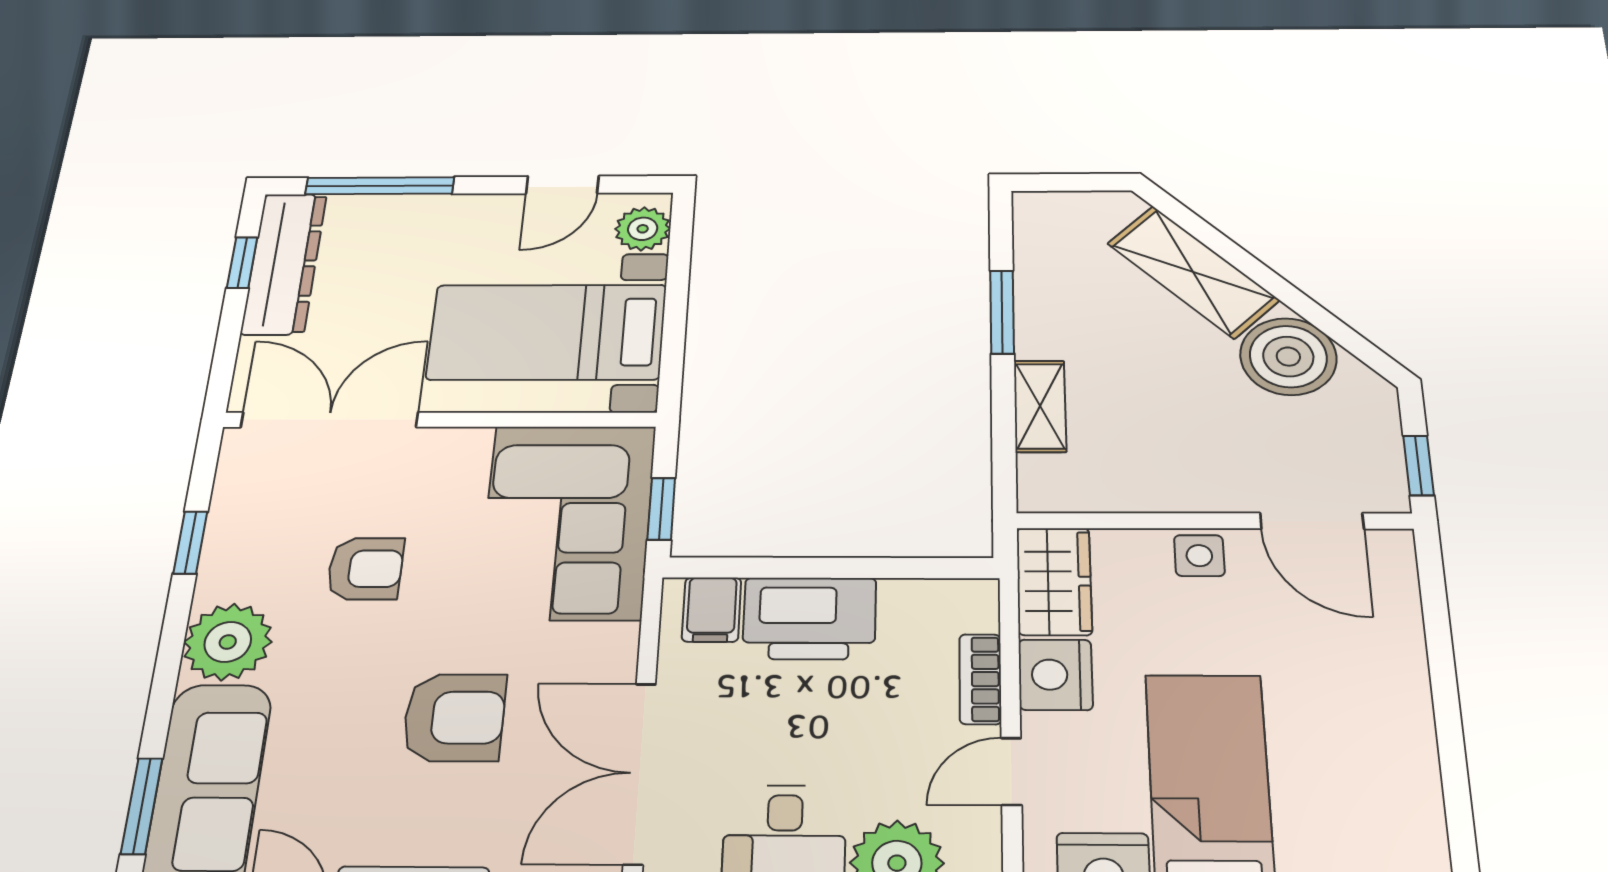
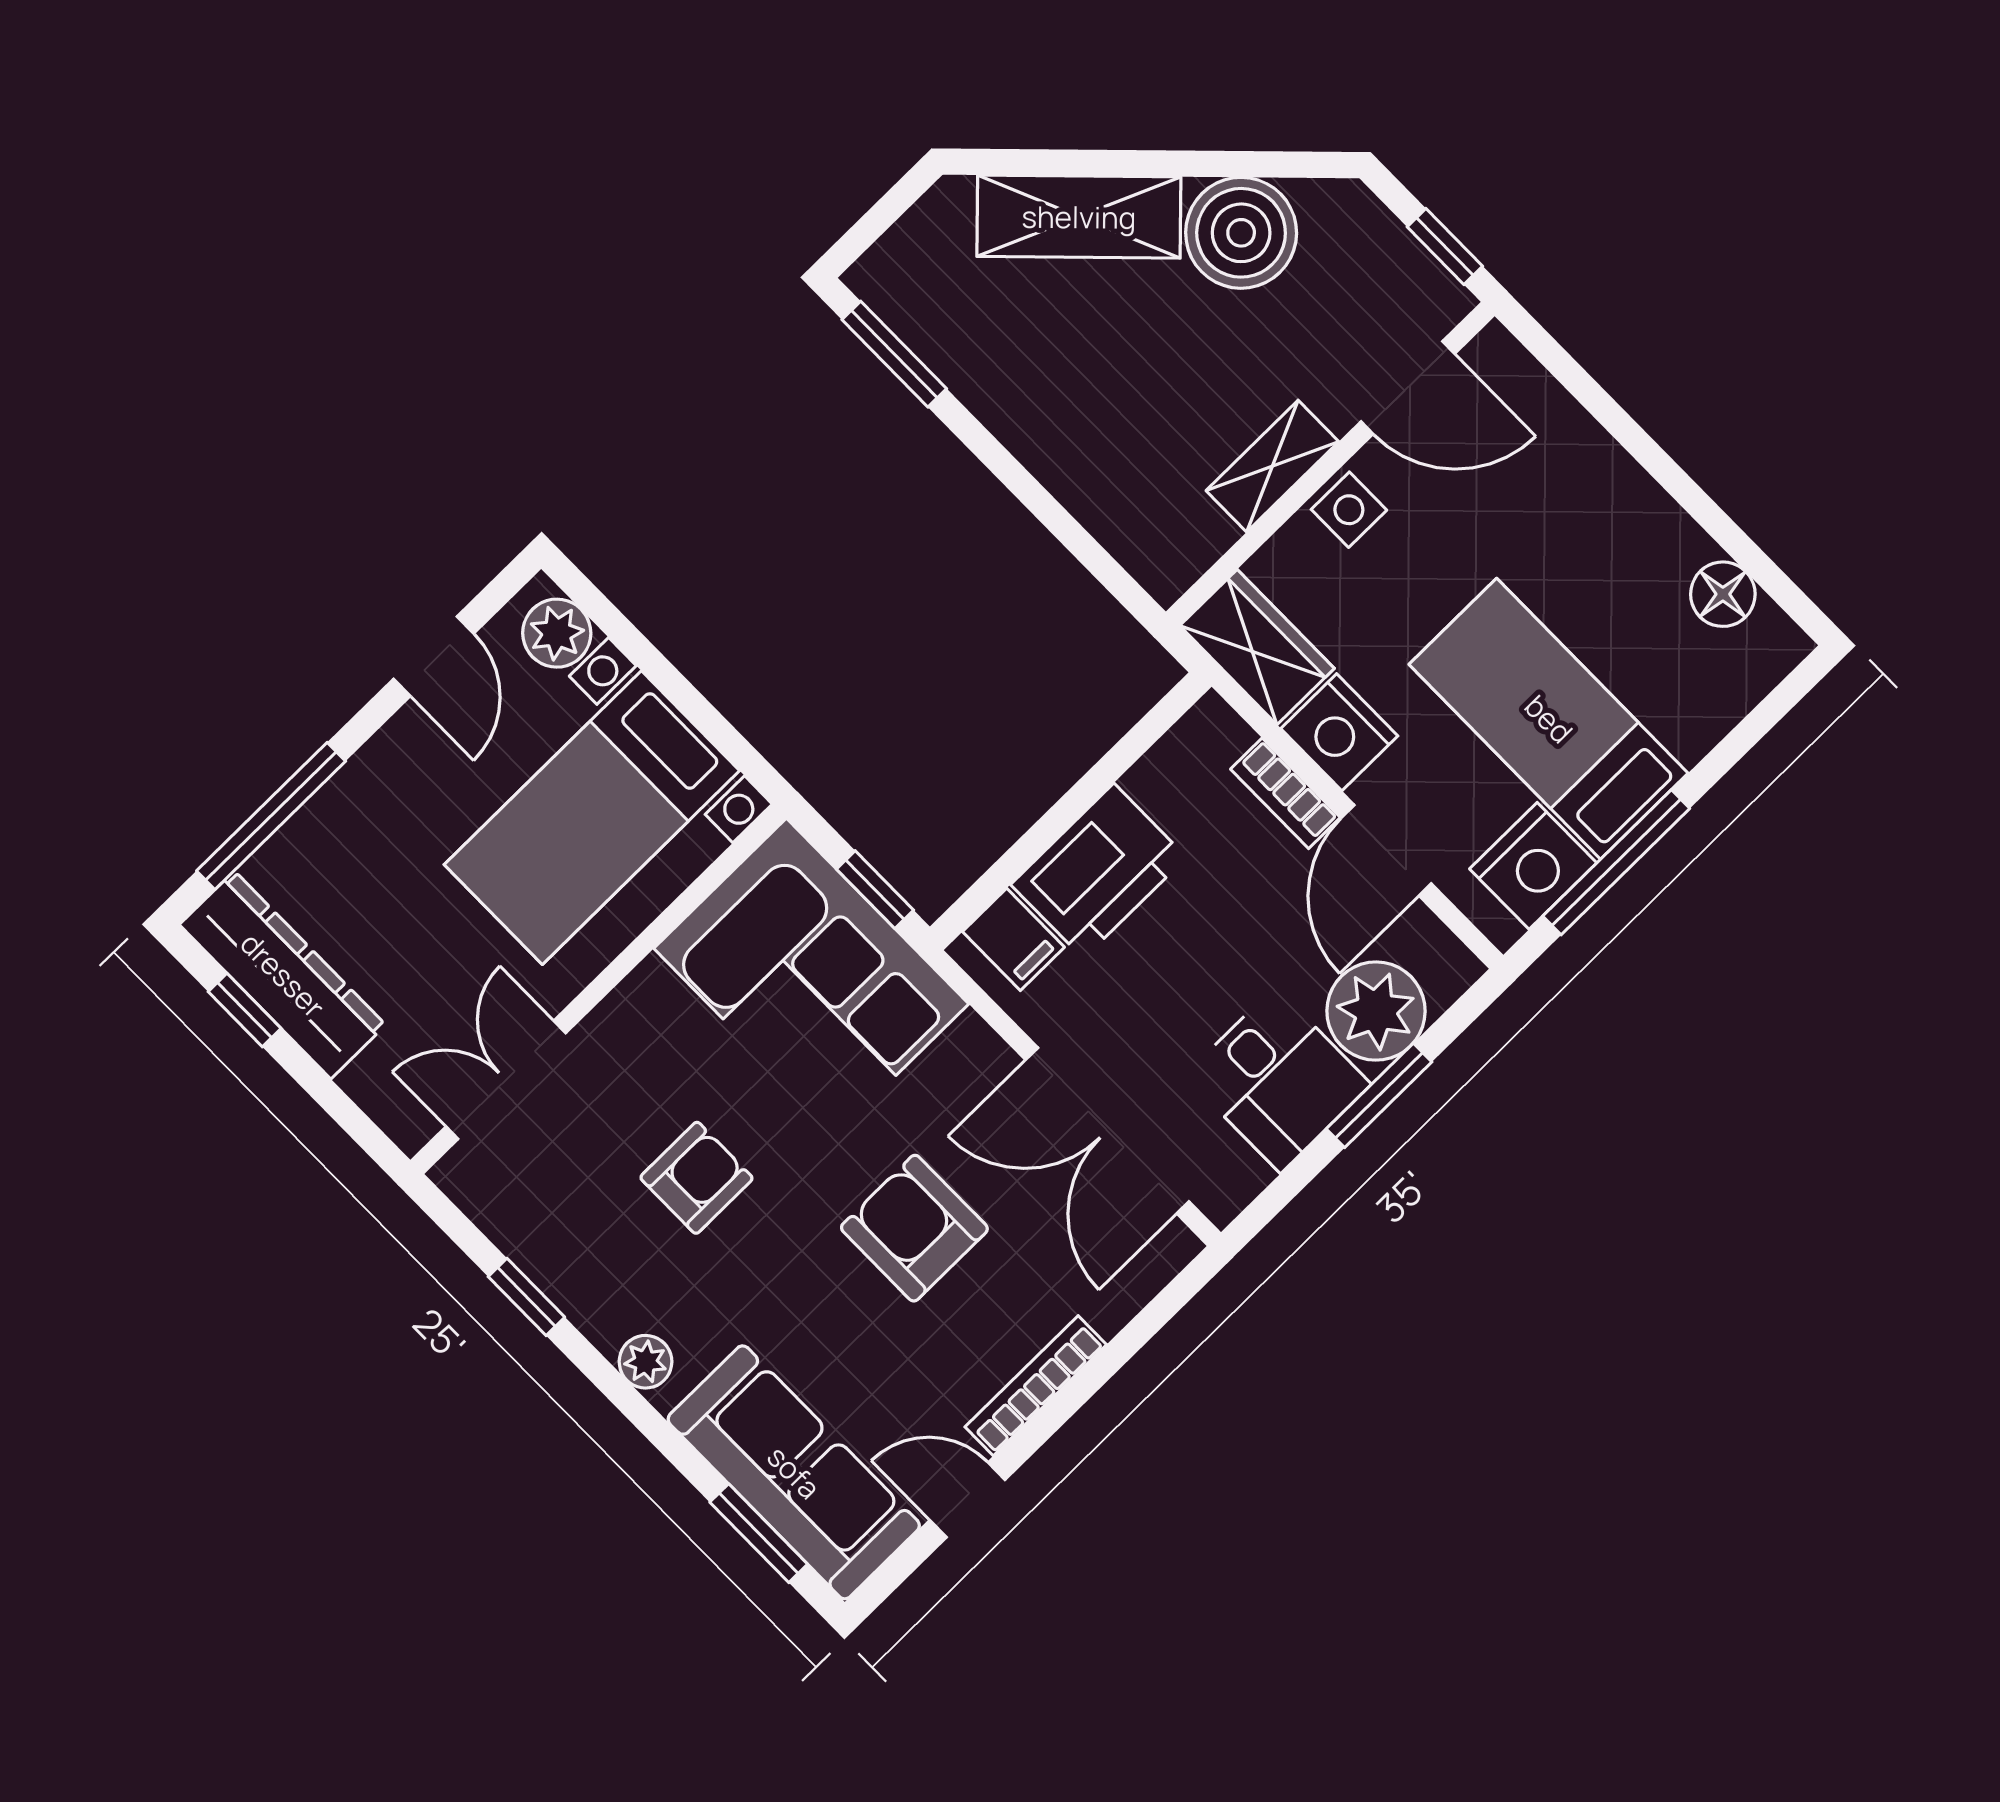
window: (1002, 312) -> (894, 354), moved
shelving: (1040, 406) -> (1272, 466), moved, turned 90
double door: (329, 420) -> (506, 1080), width x0.73
plant: (228, 642) -> (646, 1362), width x0.53, depth x0.53
armchair: (454, 717) -> (914, 1228), turned -90
door: (1011, 771) -> (1387, 850), width x1.38
floor lamp: (1416, 819) -> (1723, 594), added

